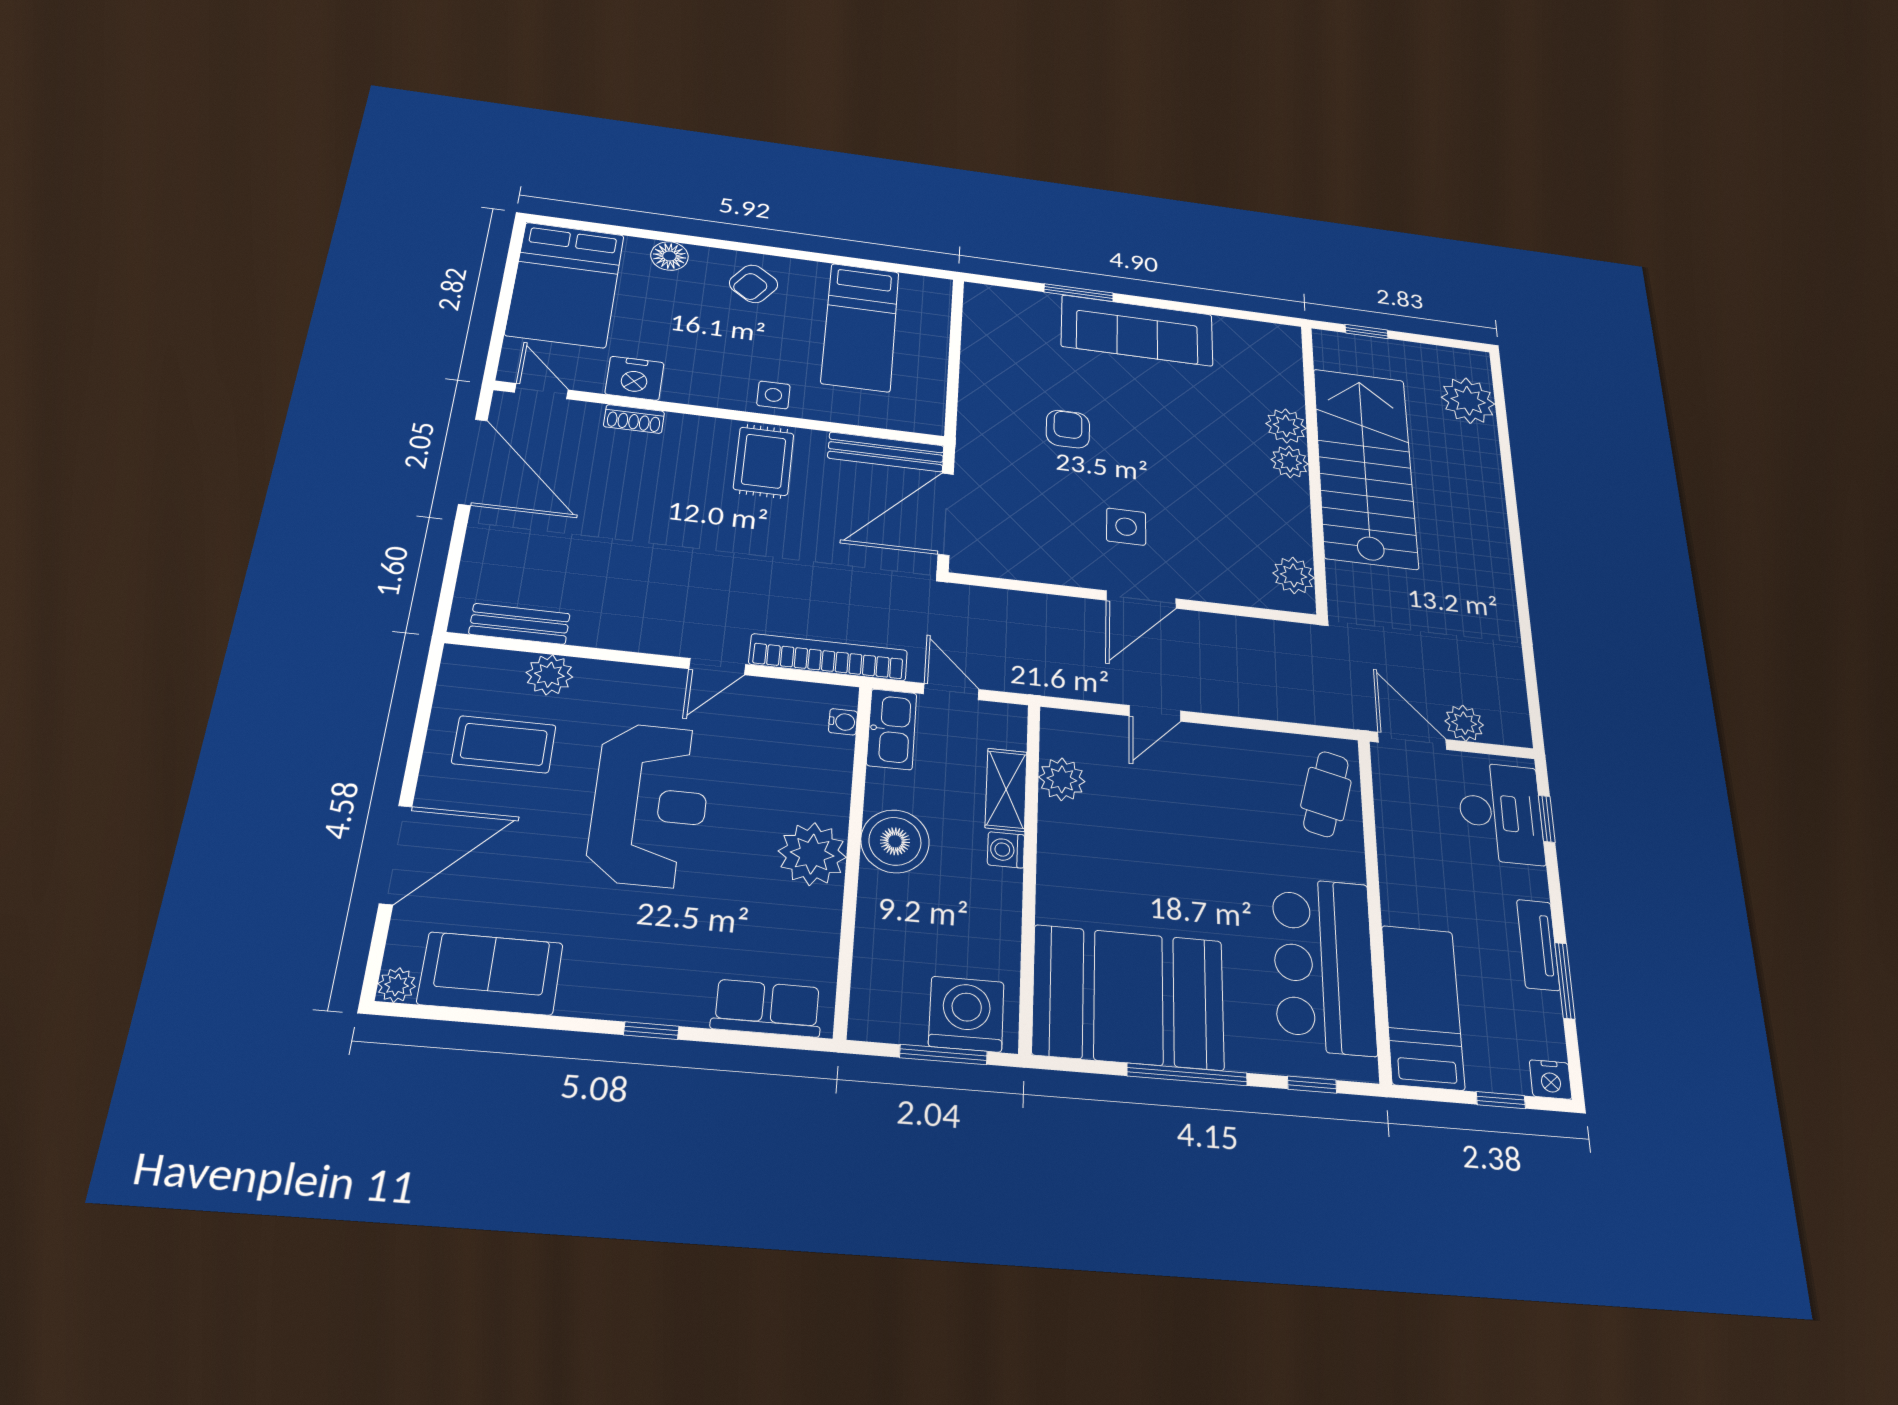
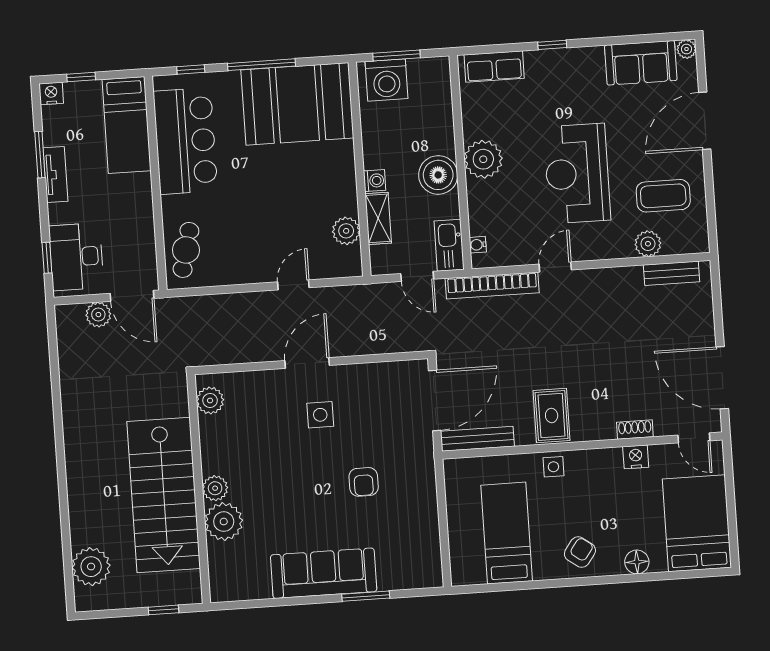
nightstand: (635, 378) -> (636, 457), width x0.74, depth x0.75
plant: (1286, 426) -> (224, 522), width x1.36, depth x1.36

